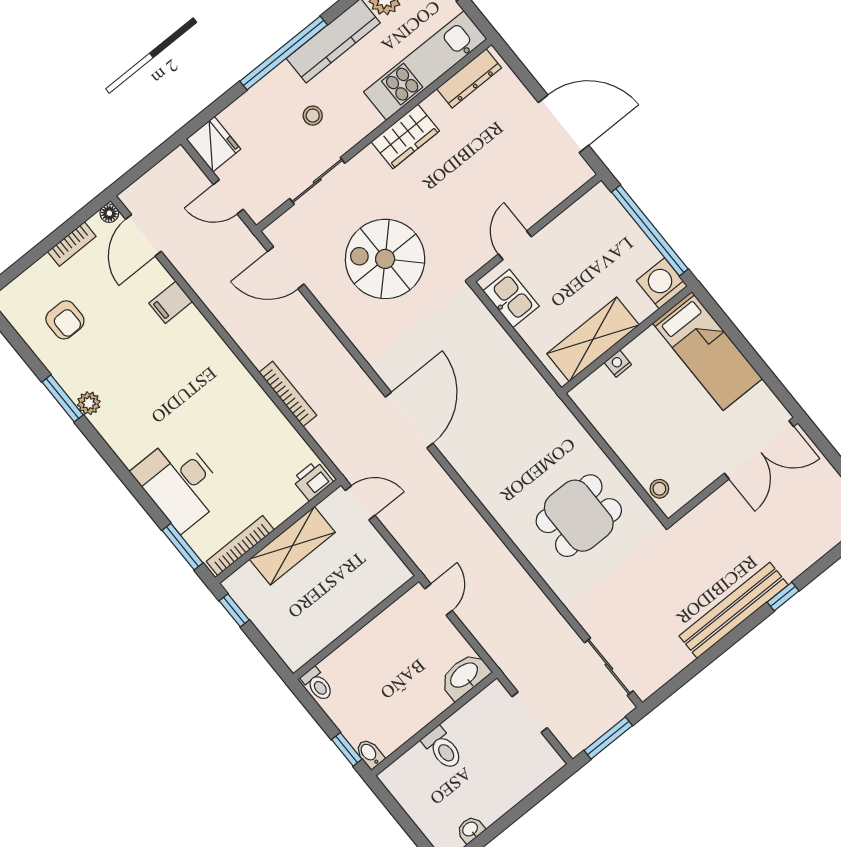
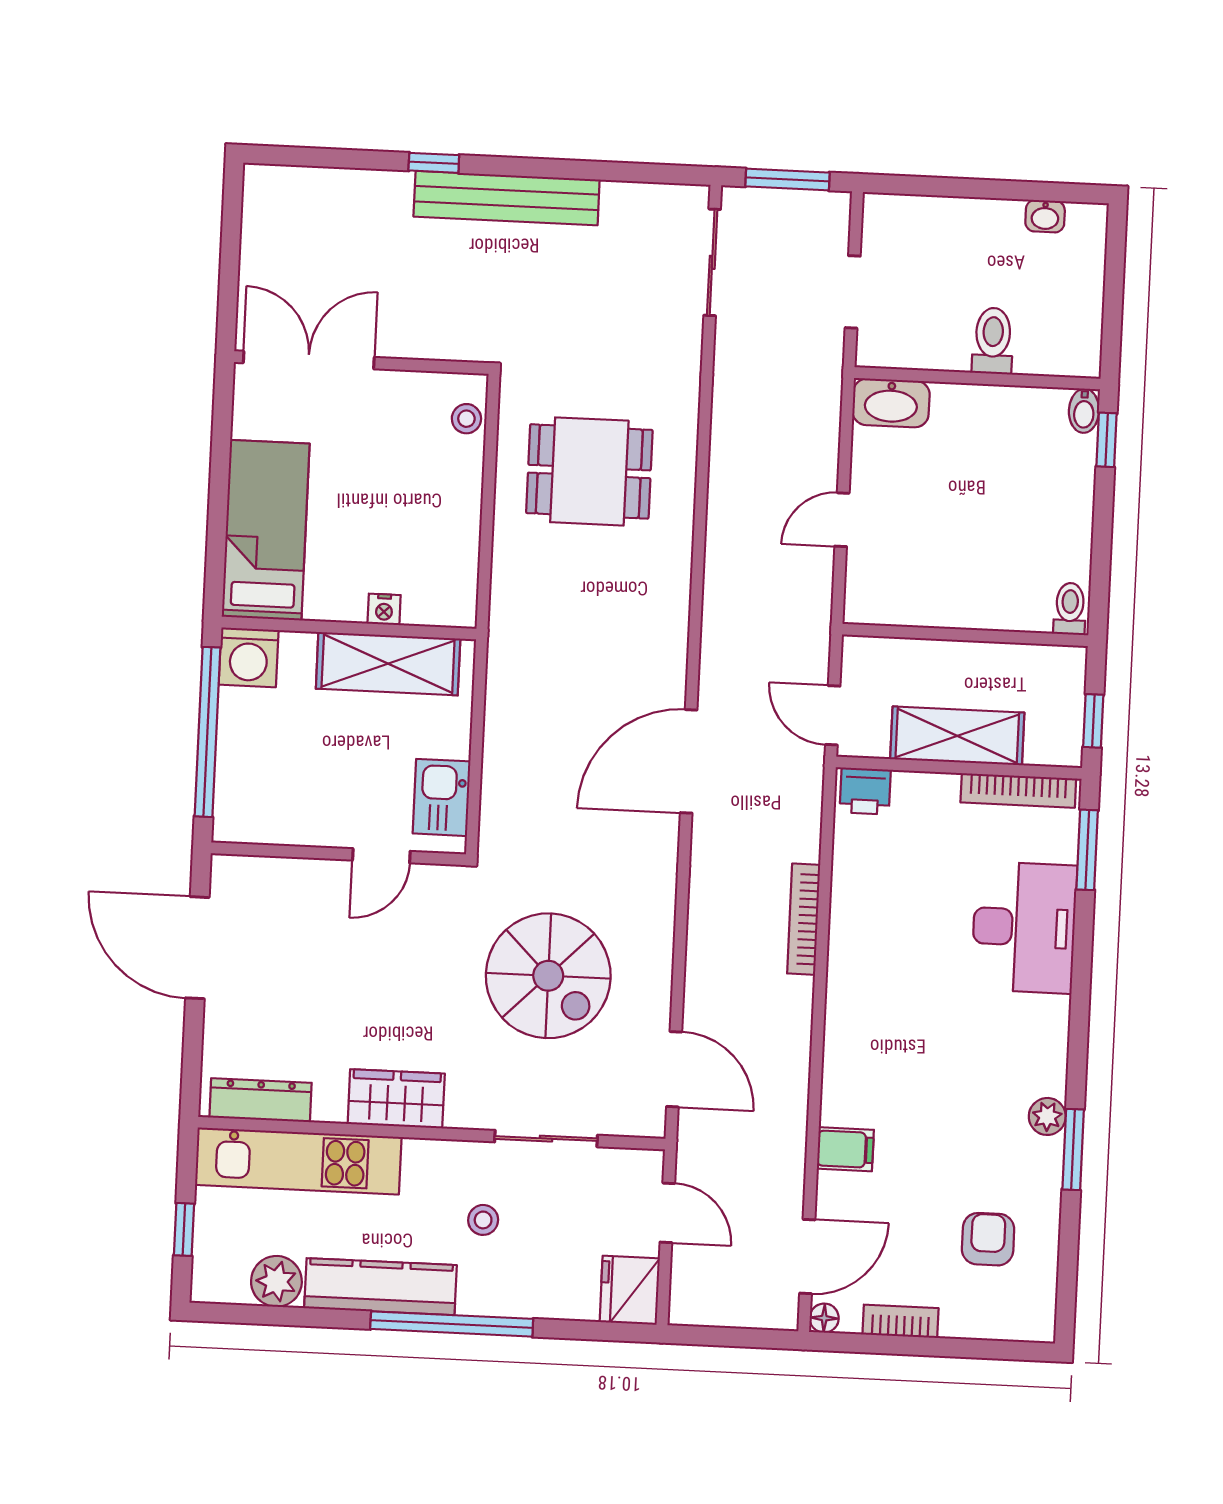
wall: (356, 628) -> (965, 635), moved
toilet: (317, 684) -> (1070, 609), moved

